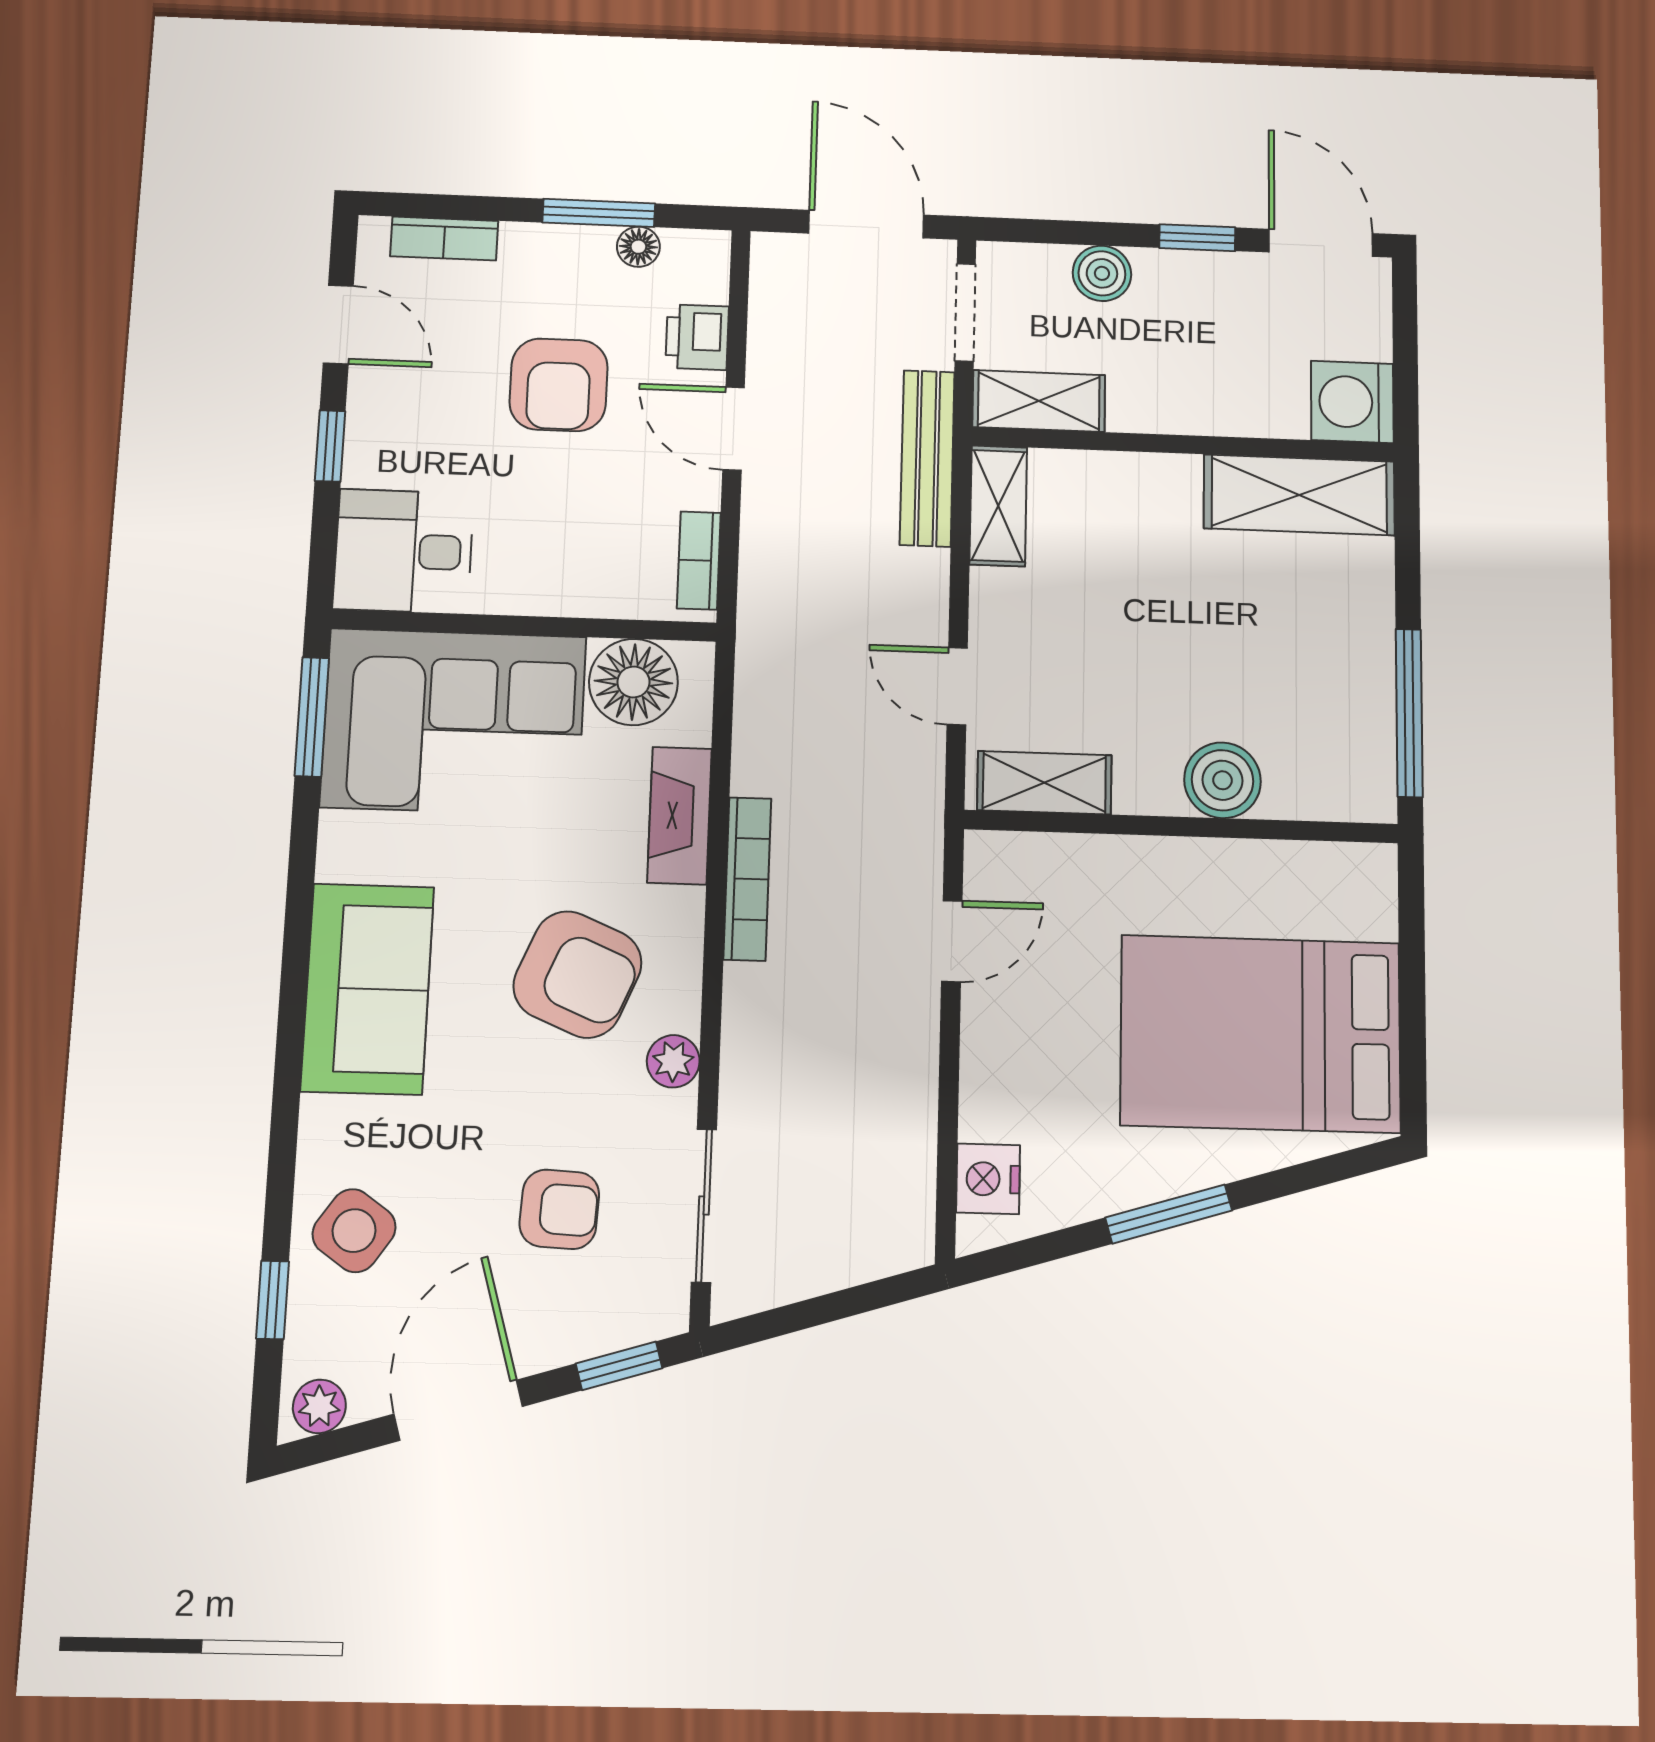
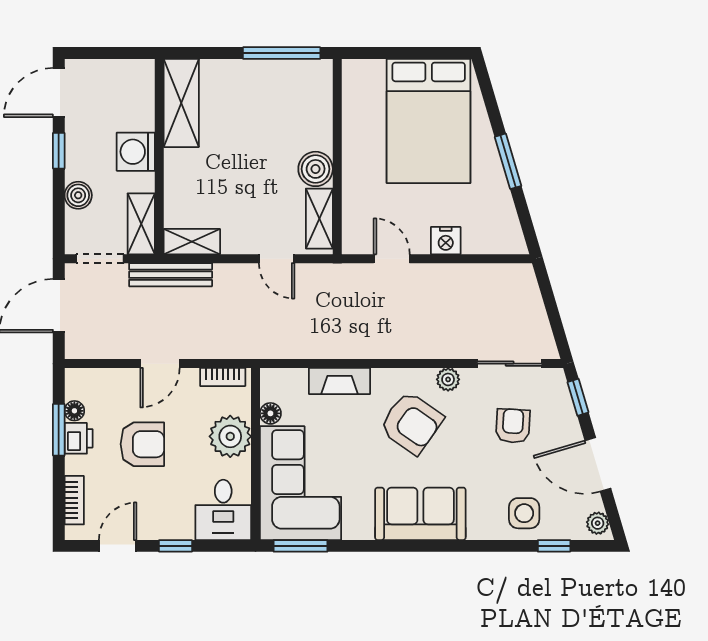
printer: (697, 337) -> (79, 438), moved, turned -90
washing machine: (1352, 402) -> (136, 152), moved, turned 90
plant: (566, 572) -> (230, 436), added
floor lamp: (633, 682) -> (270, 413), width x0.53, depth x0.53
door: (957, 686) -> (277, 259), hinge flipped
boiler: (1222, 780) -> (316, 169), moved
bookcase: (747, 879) -> (367, 350), removed
armchair: (577, 974) -> (411, 423), turned 102
nightstand: (988, 1179) -> (446, 241), moved
side table: (354, 1231) -> (524, 513), turned -35

